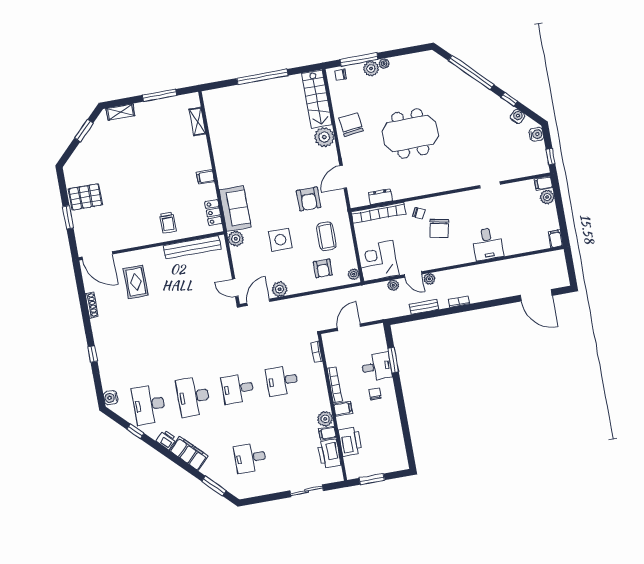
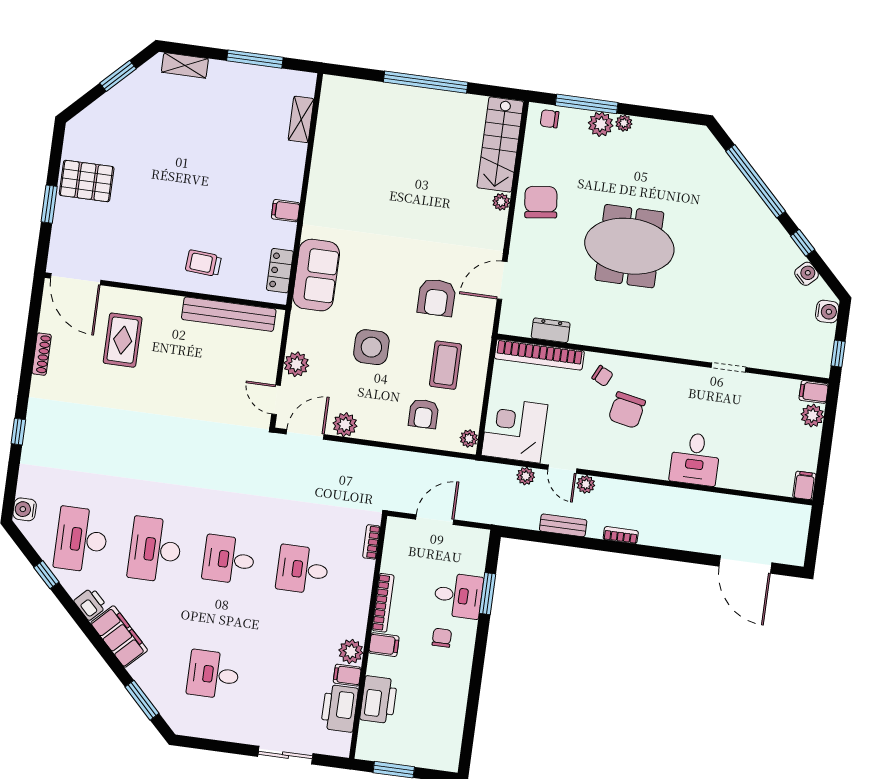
plant: (324, 137) -> (501, 202), width x0.53, depth x0.53
trolley: (168, 223) -> (203, 263), turned 94
plant: (236, 239) -> (296, 364), moved

